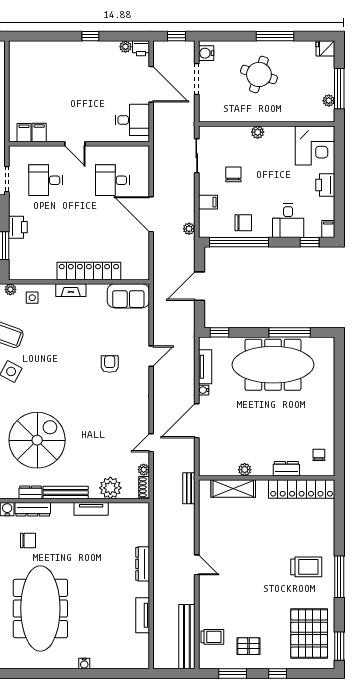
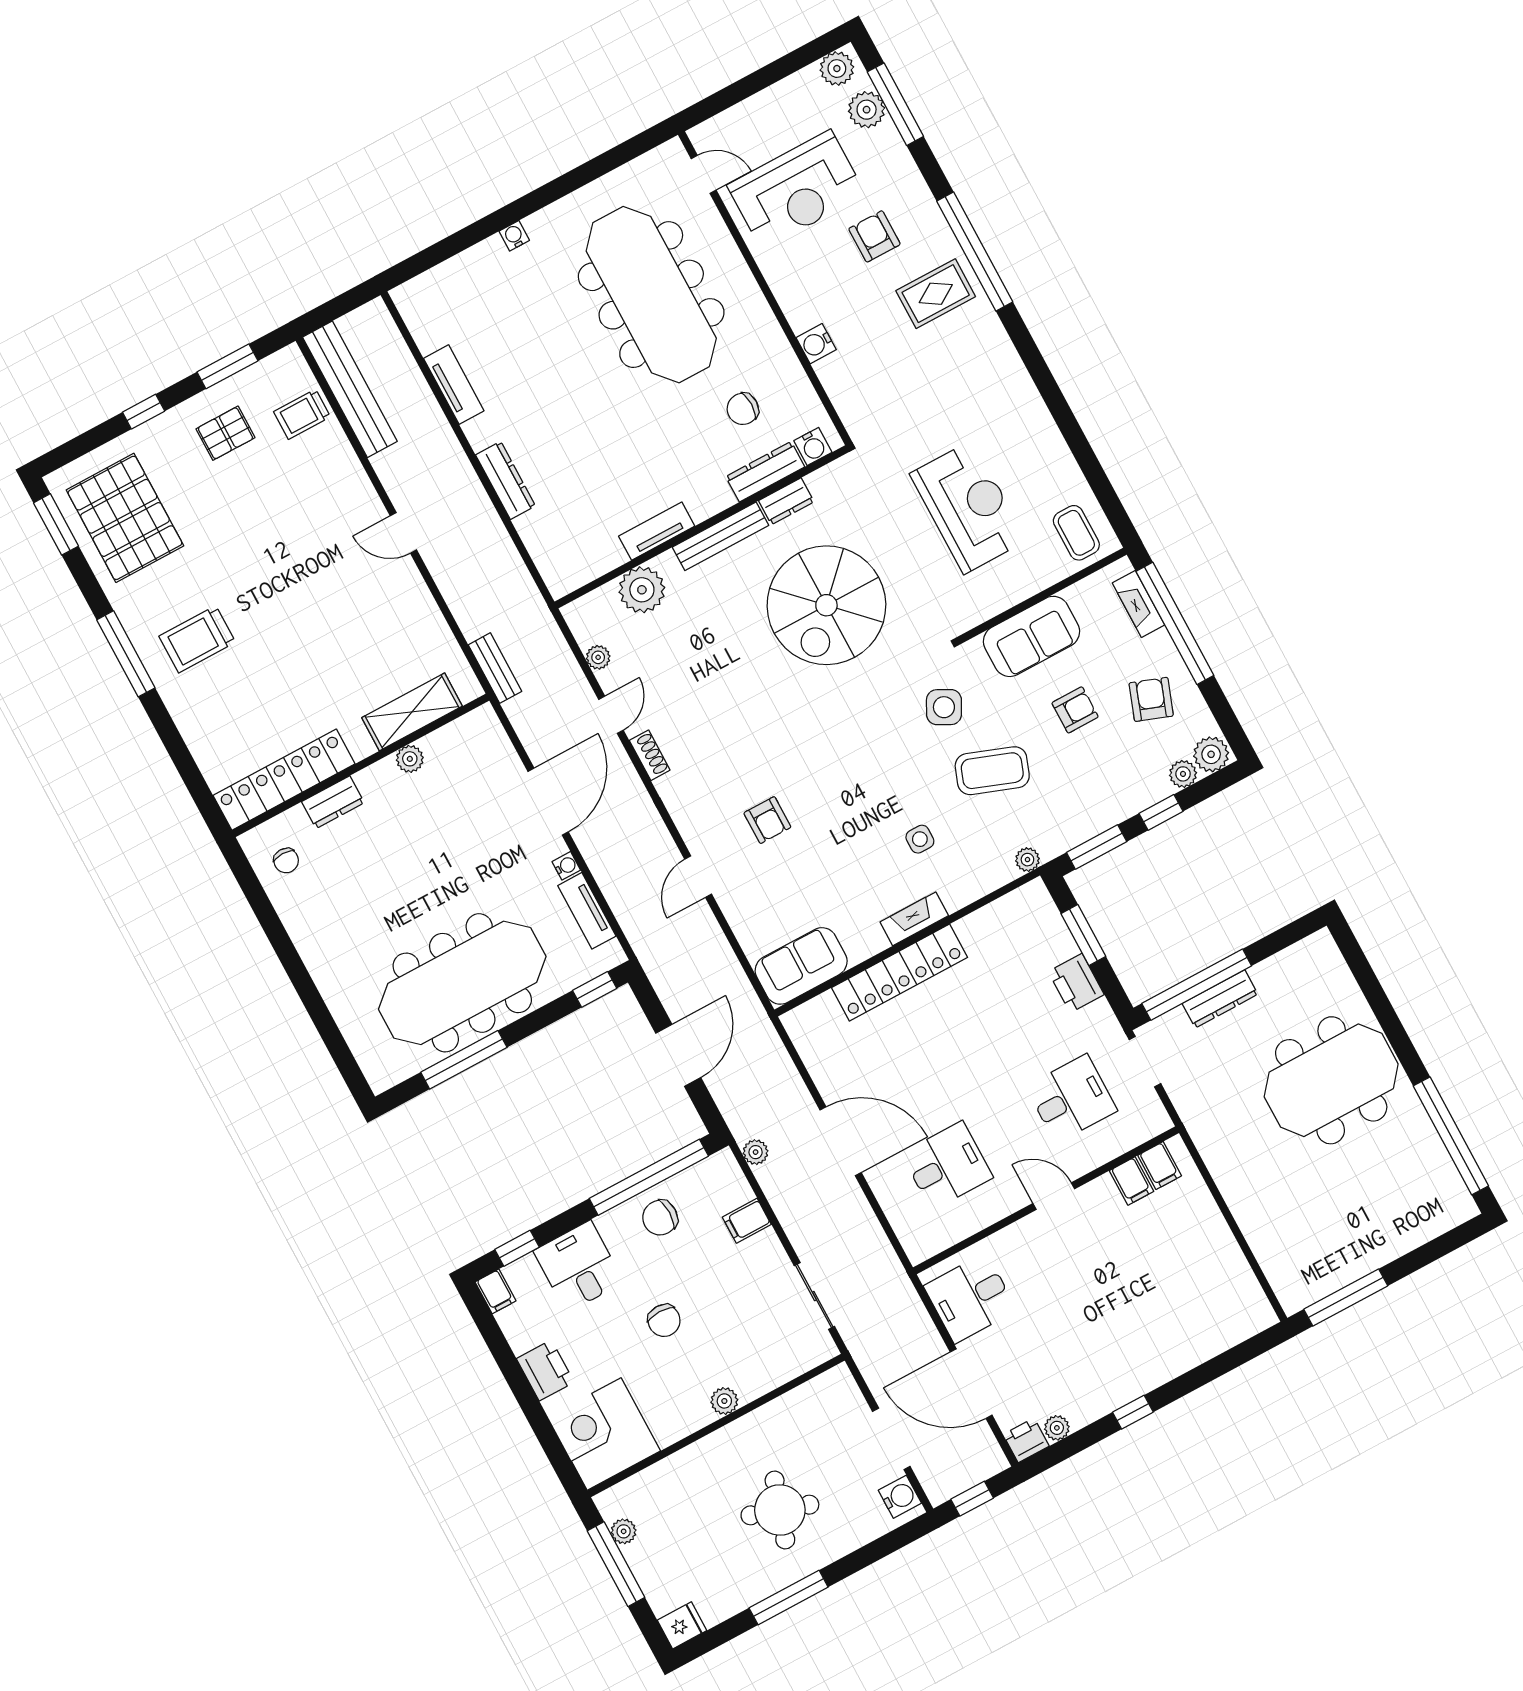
chair: (233, 174) -> (664, 1321), moved
side table: (32, 298) -> (920, 839), moved
shoe rack: (144, 487) -> (650, 755), moved

